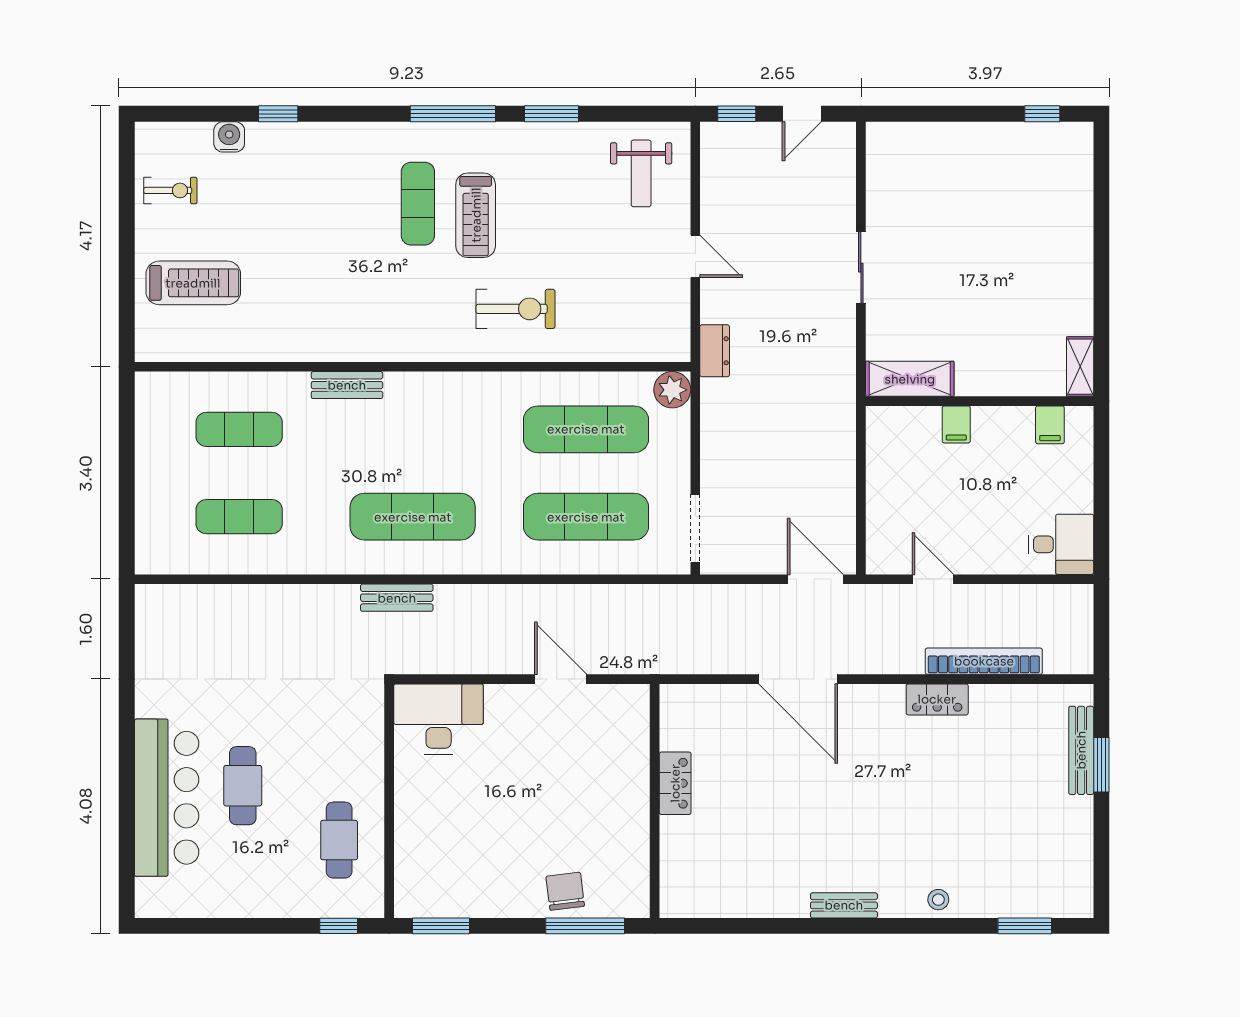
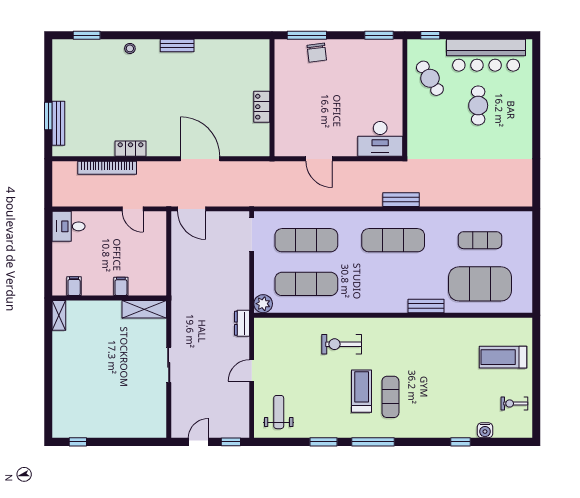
door: (695, 256) -> (252, 370), hinge flipped
exercise mat: (239, 429) -> (480, 284), width x2.00, depth x1.45
bar counter: (167, 798) -> (486, 55), moved, turned -90
cafe table: (339, 840) -> (430, 78), turned -32

